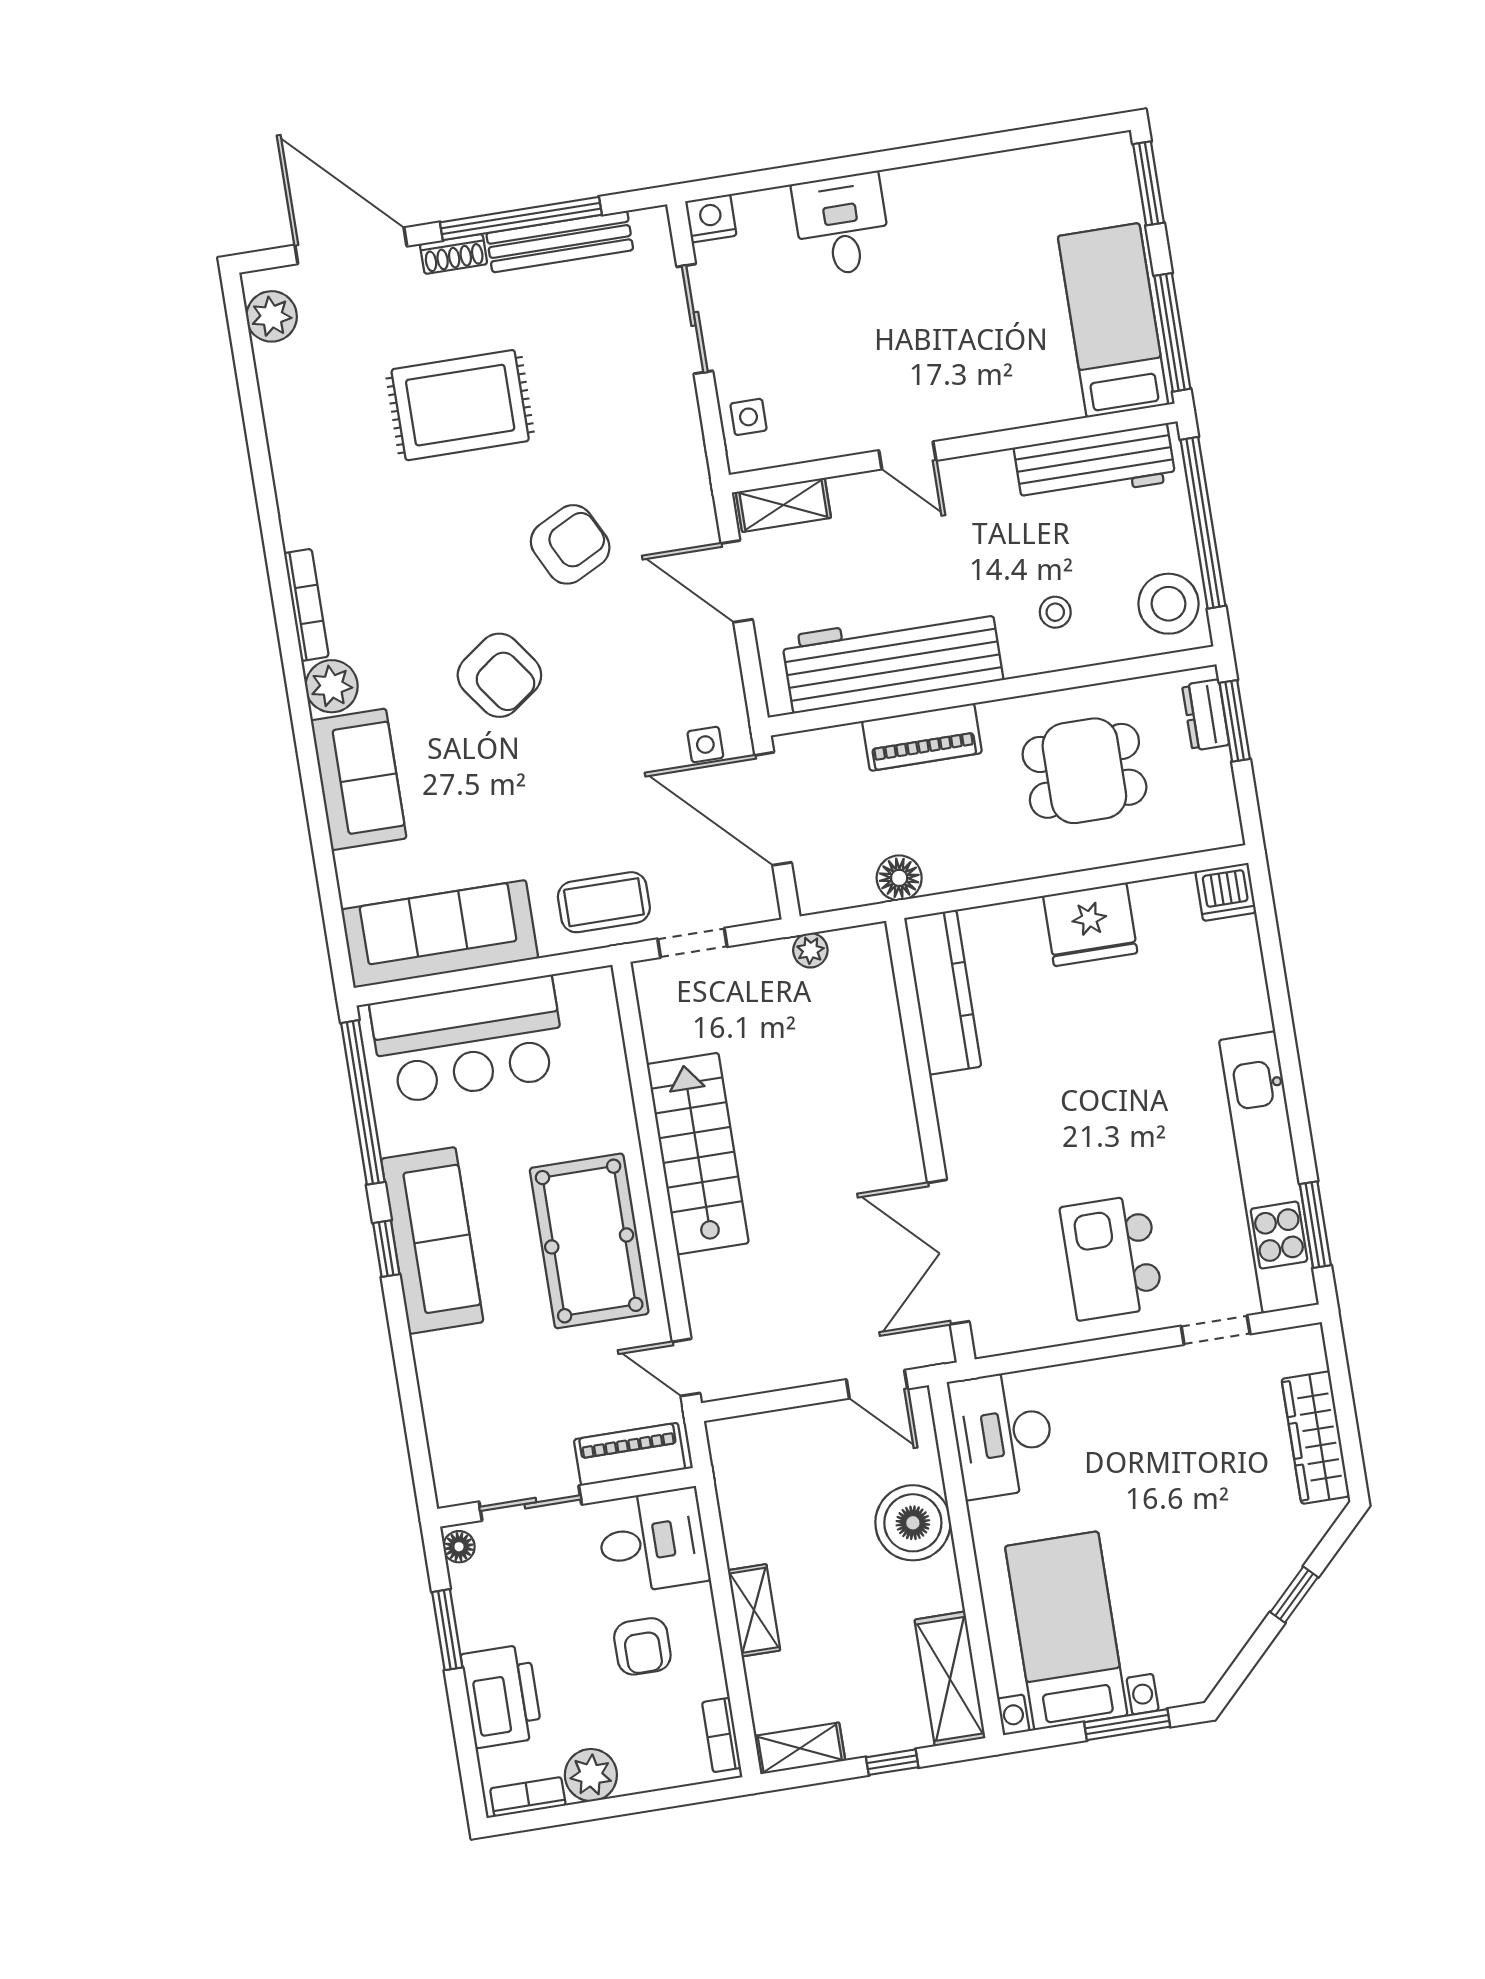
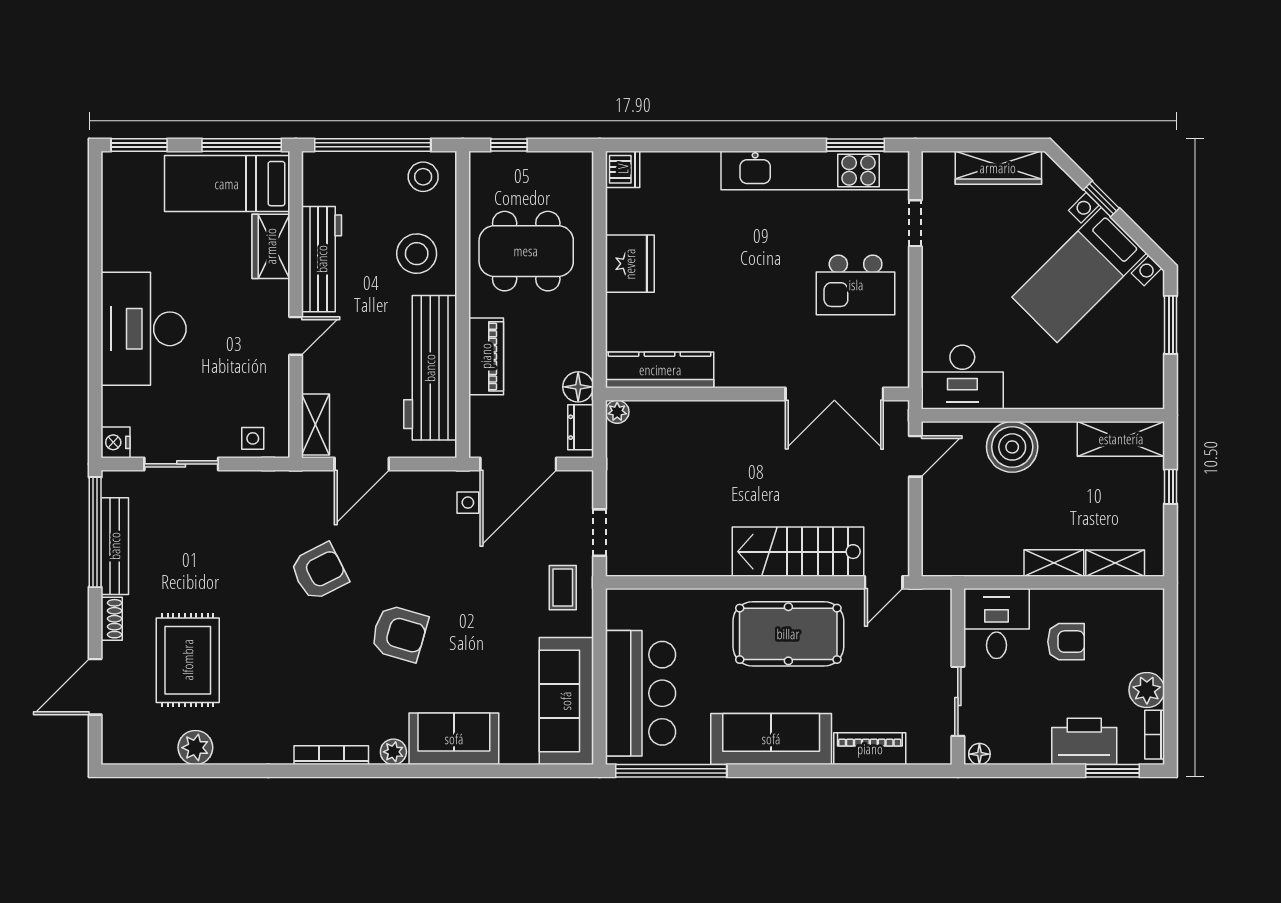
window: (521, 218) -> (95, 532), moved
desk: (842, 225) -> (144, 329), width x1.87, depth x1.30
door: (351, 246) -> (95, 687), width x0.73
plant: (272, 316) -> (195, 748), moved
wardrobe: (1032, 399) -> (271, 246), added
rug: (460, 405) -> (188, 660), moved
workbench: (1095, 464) -> (322, 259), moved
armchair: (570, 544) -> (319, 572), turned 90
stool: (1168, 604) -> (423, 177), width x0.73, depth x0.73
stool: (1055, 612) -> (417, 254), width x1.89, depth x1.89
armchair: (499, 675) -> (399, 633), turned 52
plant: (332, 686) -> (393, 752), width x0.73, depth x0.73
dresser: (1206, 715) -> (581, 427), moved, turned 90
window: (1235, 721) -> (509, 145), width x0.67
dining table: (1084, 771) -> (526, 251), width x1.38
coffee table: (604, 902) -> (563, 588), width x0.73, depth x0.77
plant: (810, 950) -> (617, 412), moved
stairs: (698, 1154) -> (798, 552), moved
window: (386, 1249) -> (772, 771), removed
piano: (630, 1454) -> (870, 749), moved, turned 90
window: (447, 1630) -> (1112, 771), moved
bed with nightstands: (1066, 1631) -> (1079, 275), moved, turned -45
bookcase: (721, 1735) -> (1134, 598), removed
shelving: (800, 1748) -> (1115, 563), moved, turned 90

